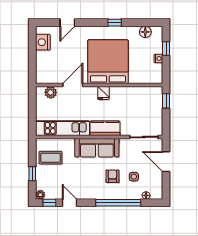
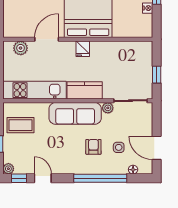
window: (166, 101) -> (157, 75), moved
plant: (125, 143) -> (108, 108), added
door: (166, 162) -> (157, 148), moved

